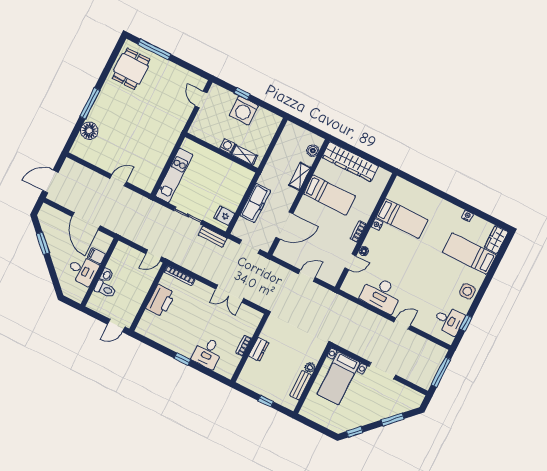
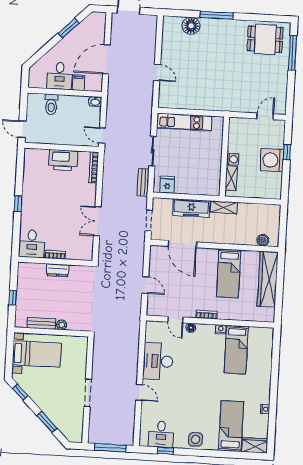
shelving: (300, 176) -> (224, 207), moved
washbasin: (107, 275) -> (95, 102), moved
desk: (208, 353) -> (32, 244), moved, turned -90
bed with nightstands: (338, 378) -> (37, 354), moved, turned 180

